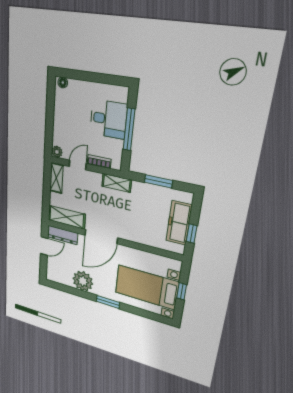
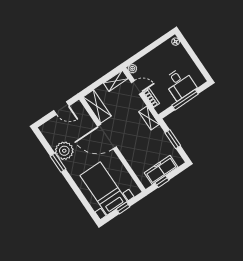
dresser: (62, 235) -> (82, 113), removed
window: (108, 302) -> (58, 163), moved

